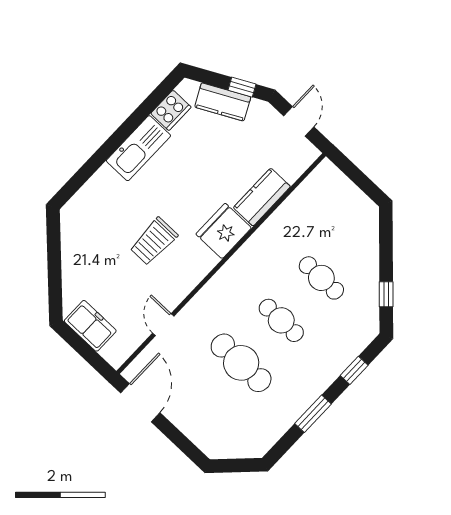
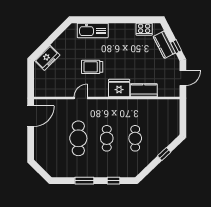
kitchen sink: (138, 148) -> (93, 30), moved
window: (386, 294) -> (164, 154), moved
door: (163, 325) -> (81, 98), moved
freezer: (90, 326) -> (47, 58), moved, turned 45

